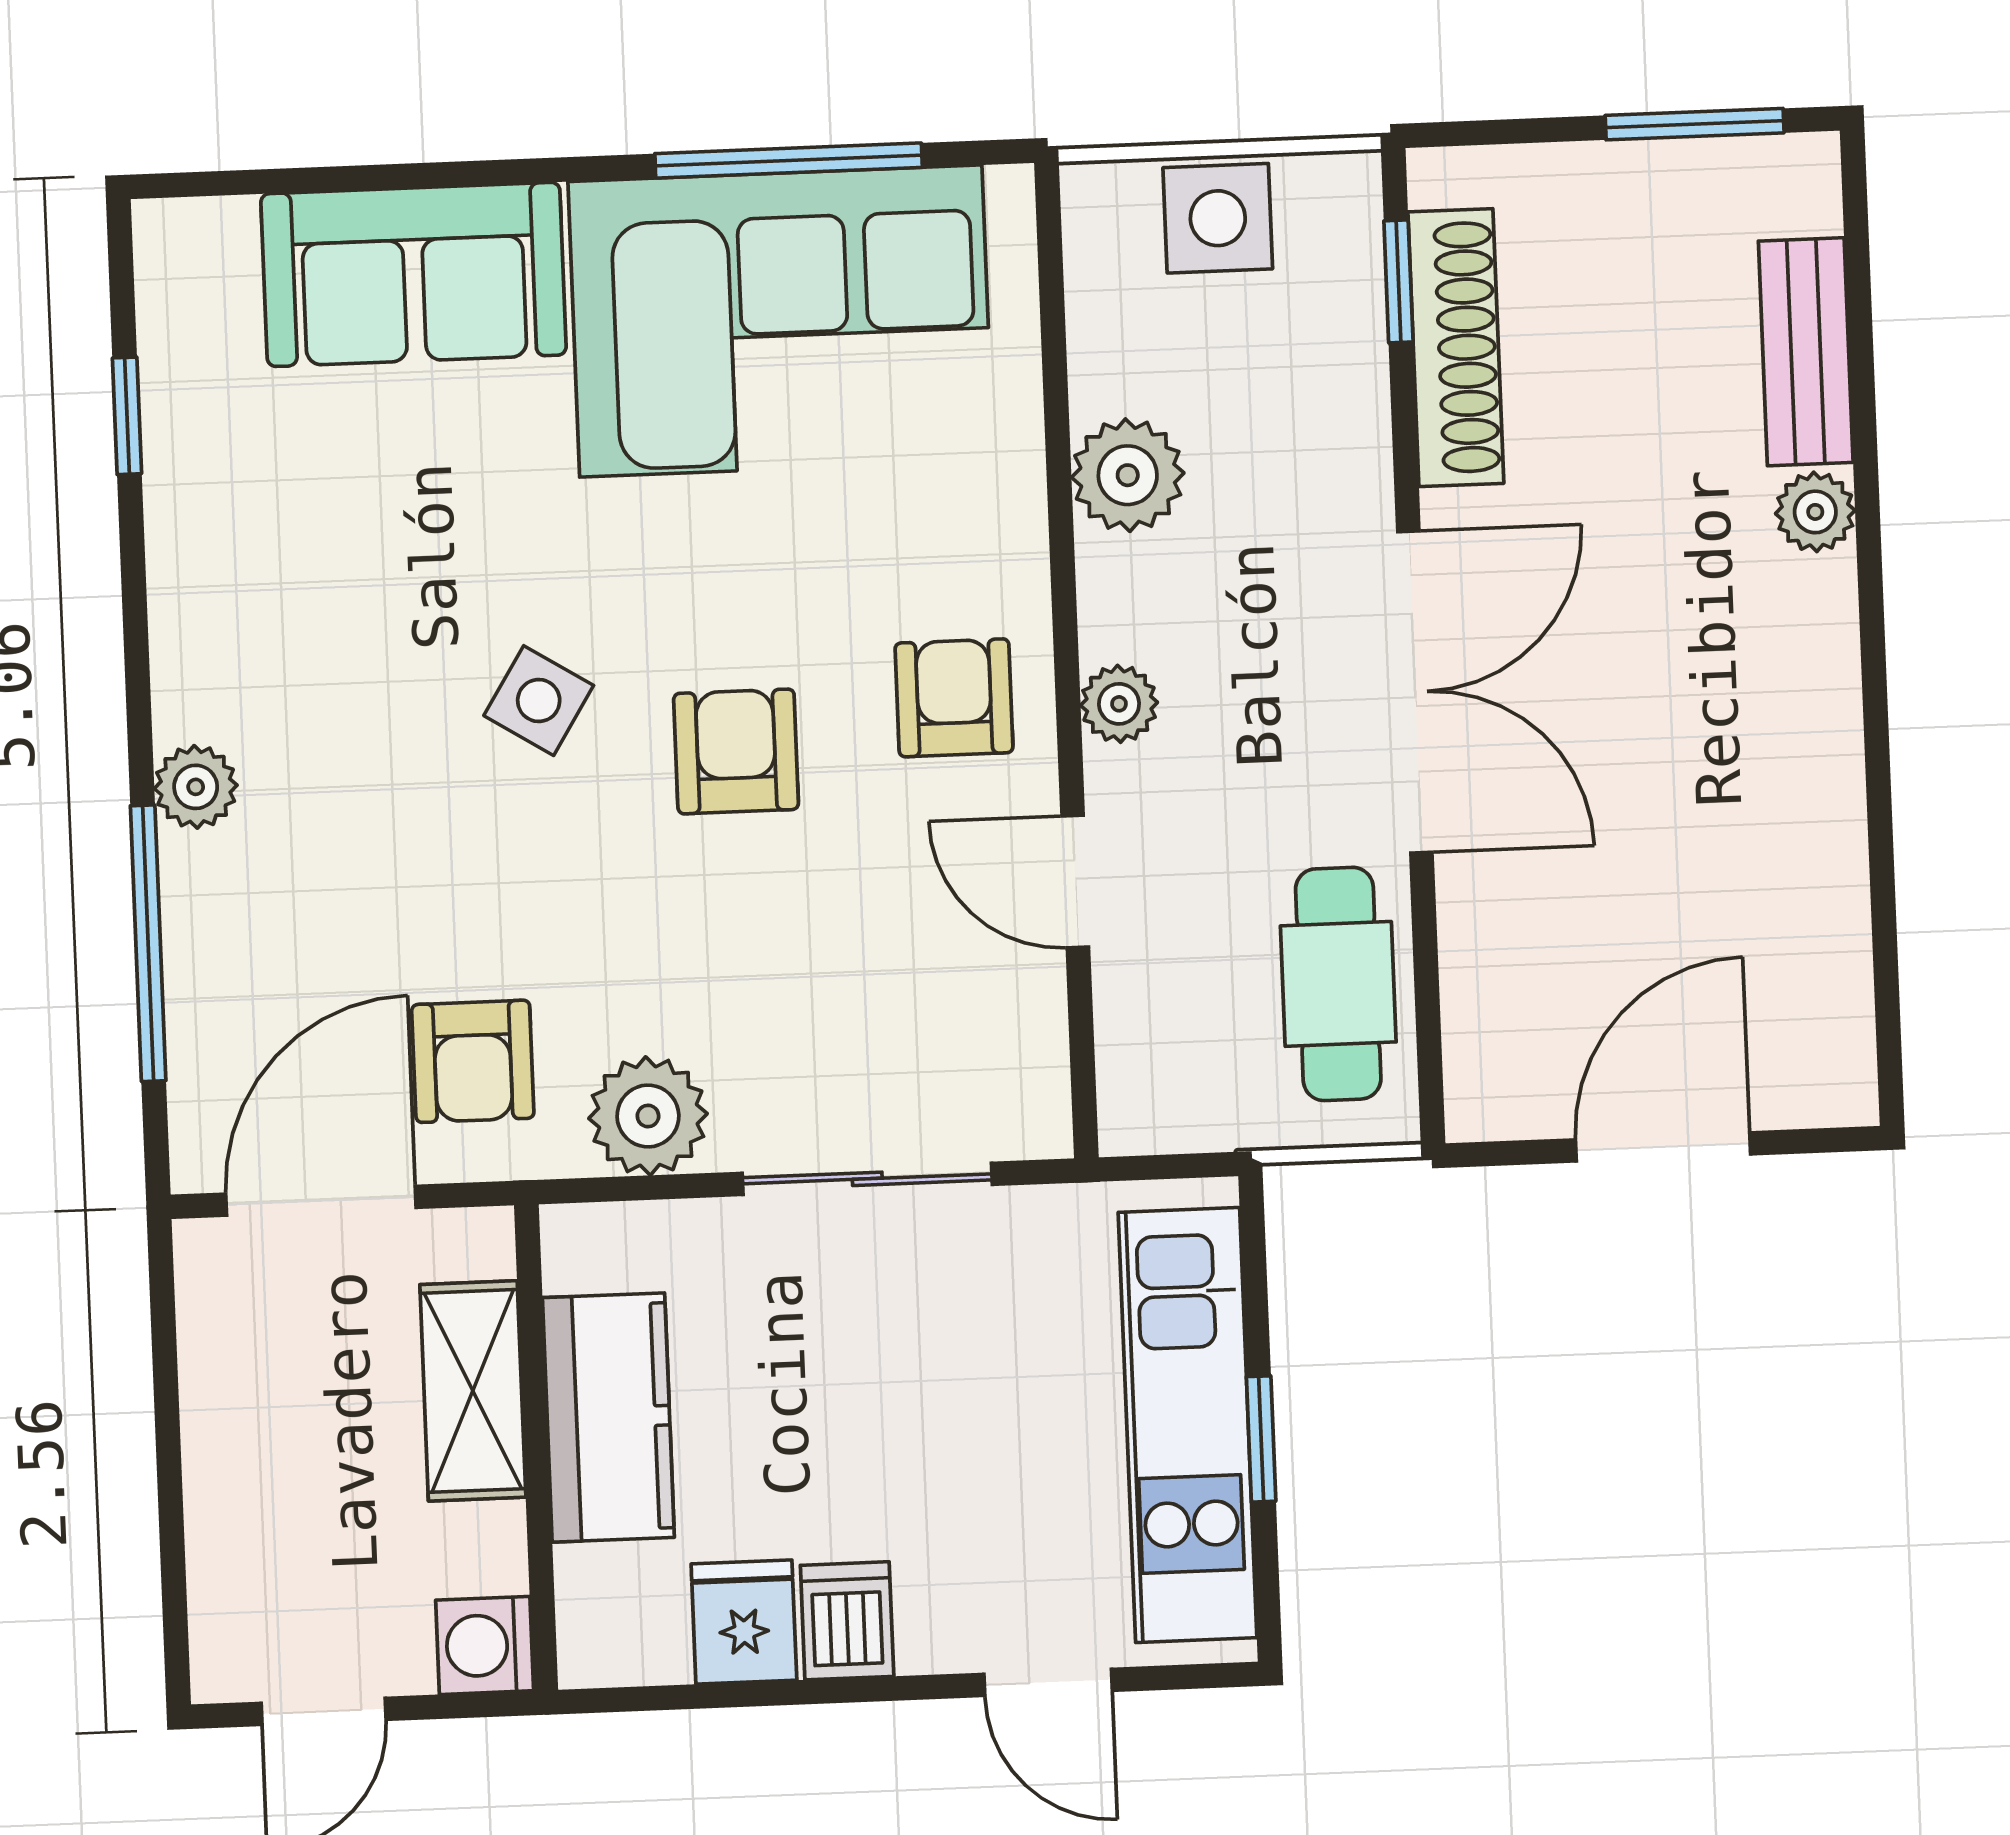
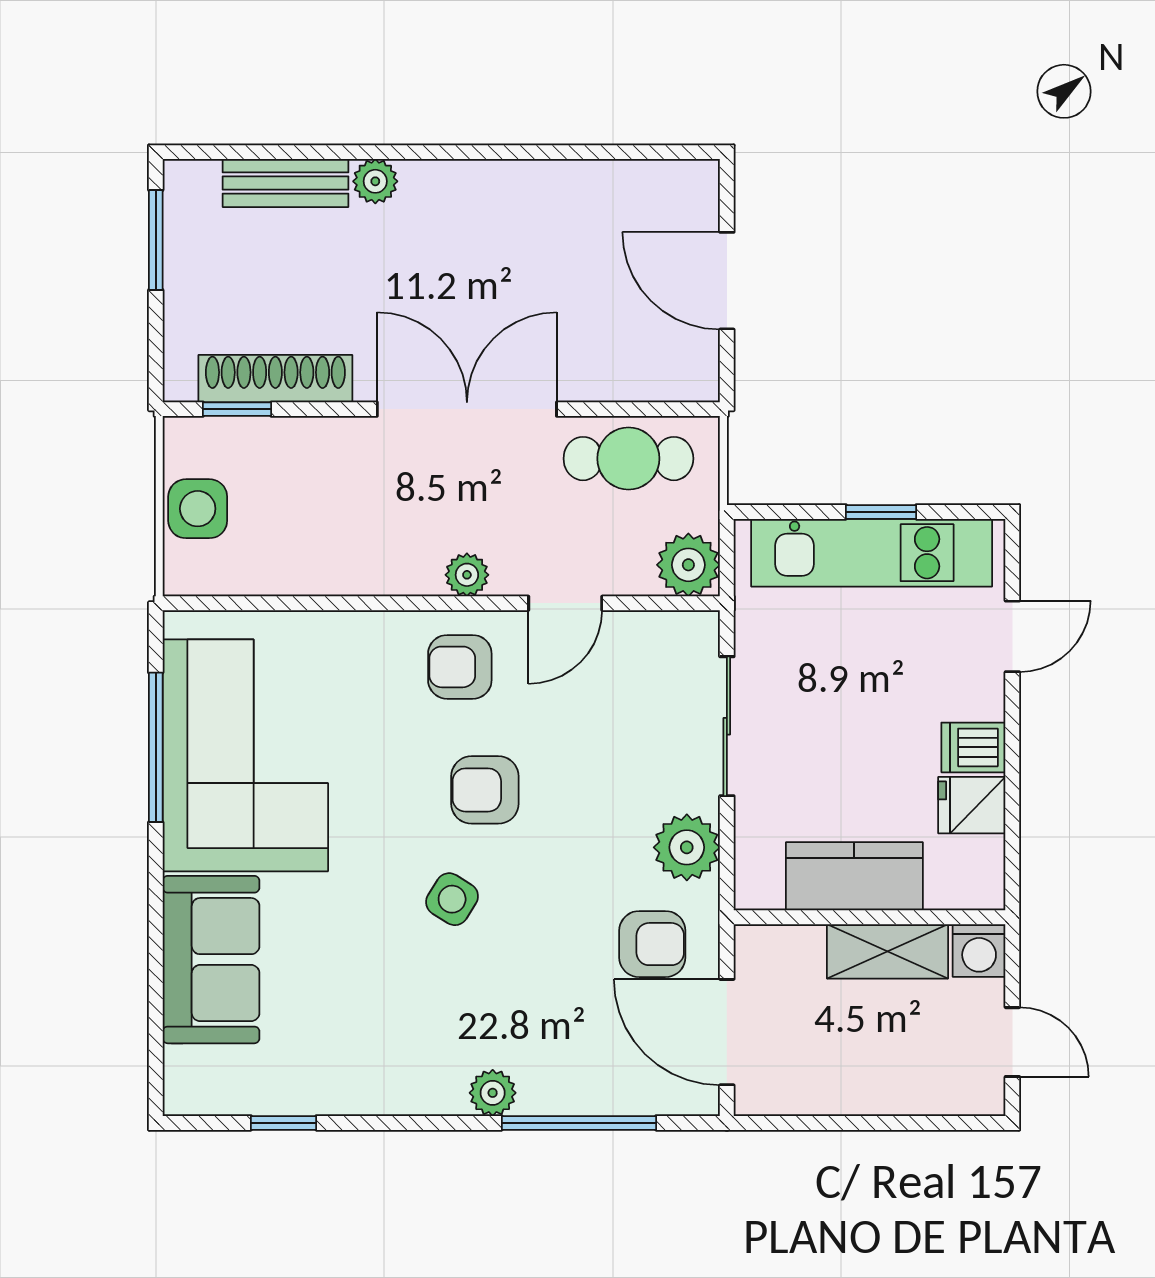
plant: (1128, 475) -> (688, 565), moved
shelving: (473, 1391) -> (888, 951), moved

